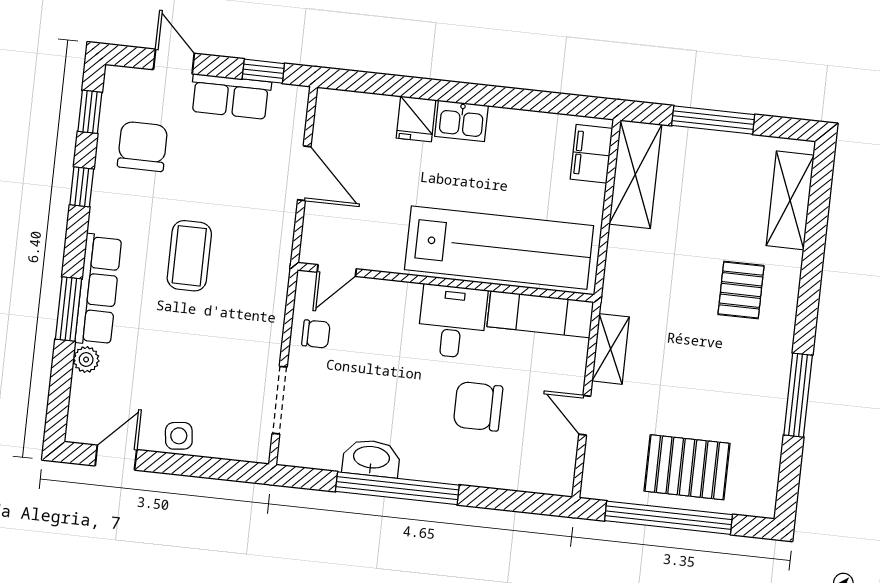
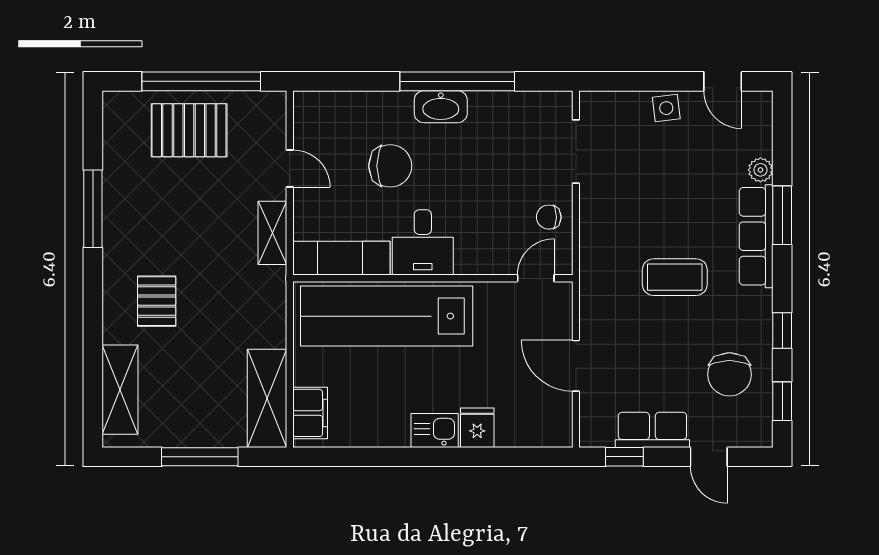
coffee table: (189, 256) -> (675, 277), turned 90
door: (116, 458) -> (723, 81), hinge flipped
washbasin: (371, 458) -> (441, 107), moved

